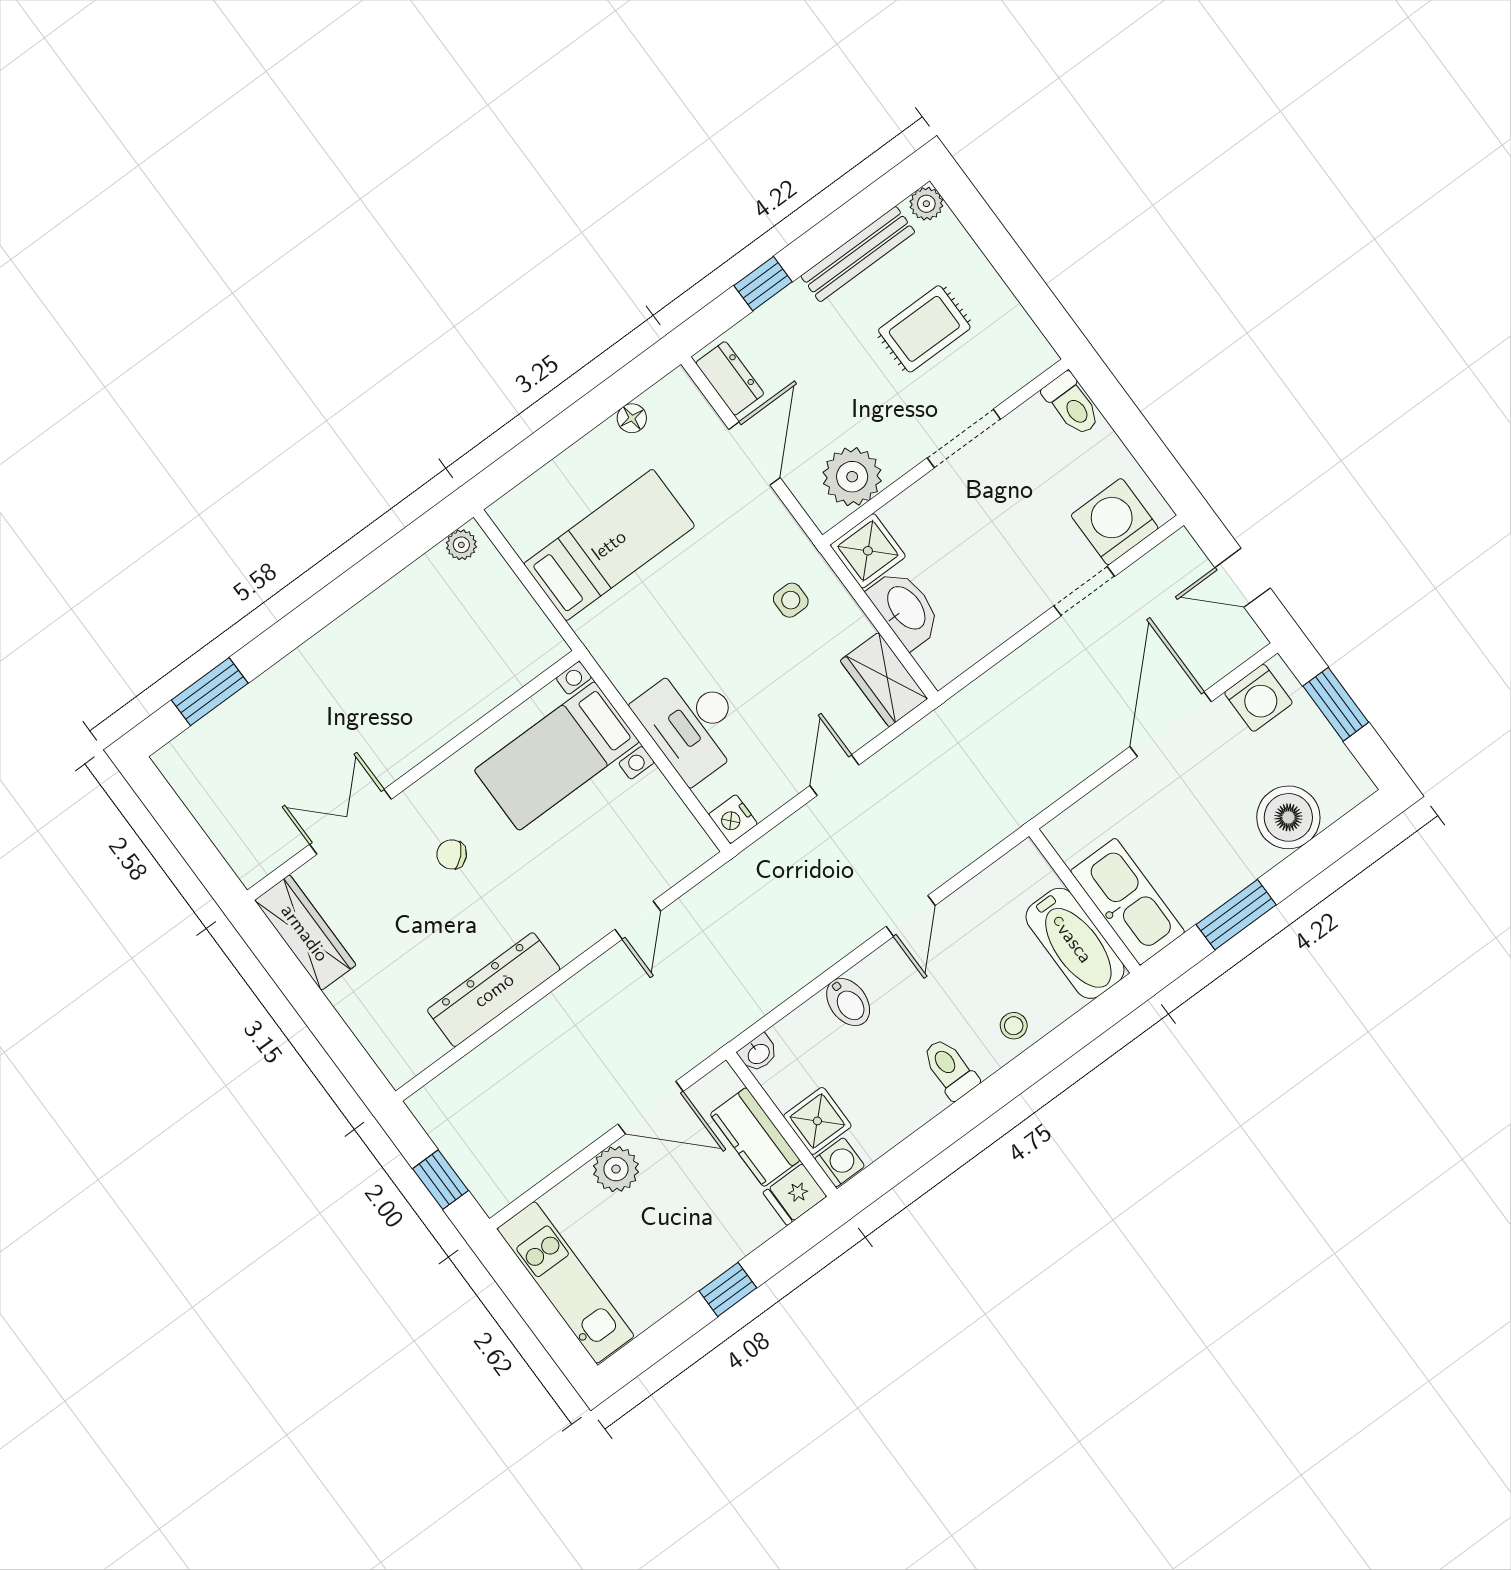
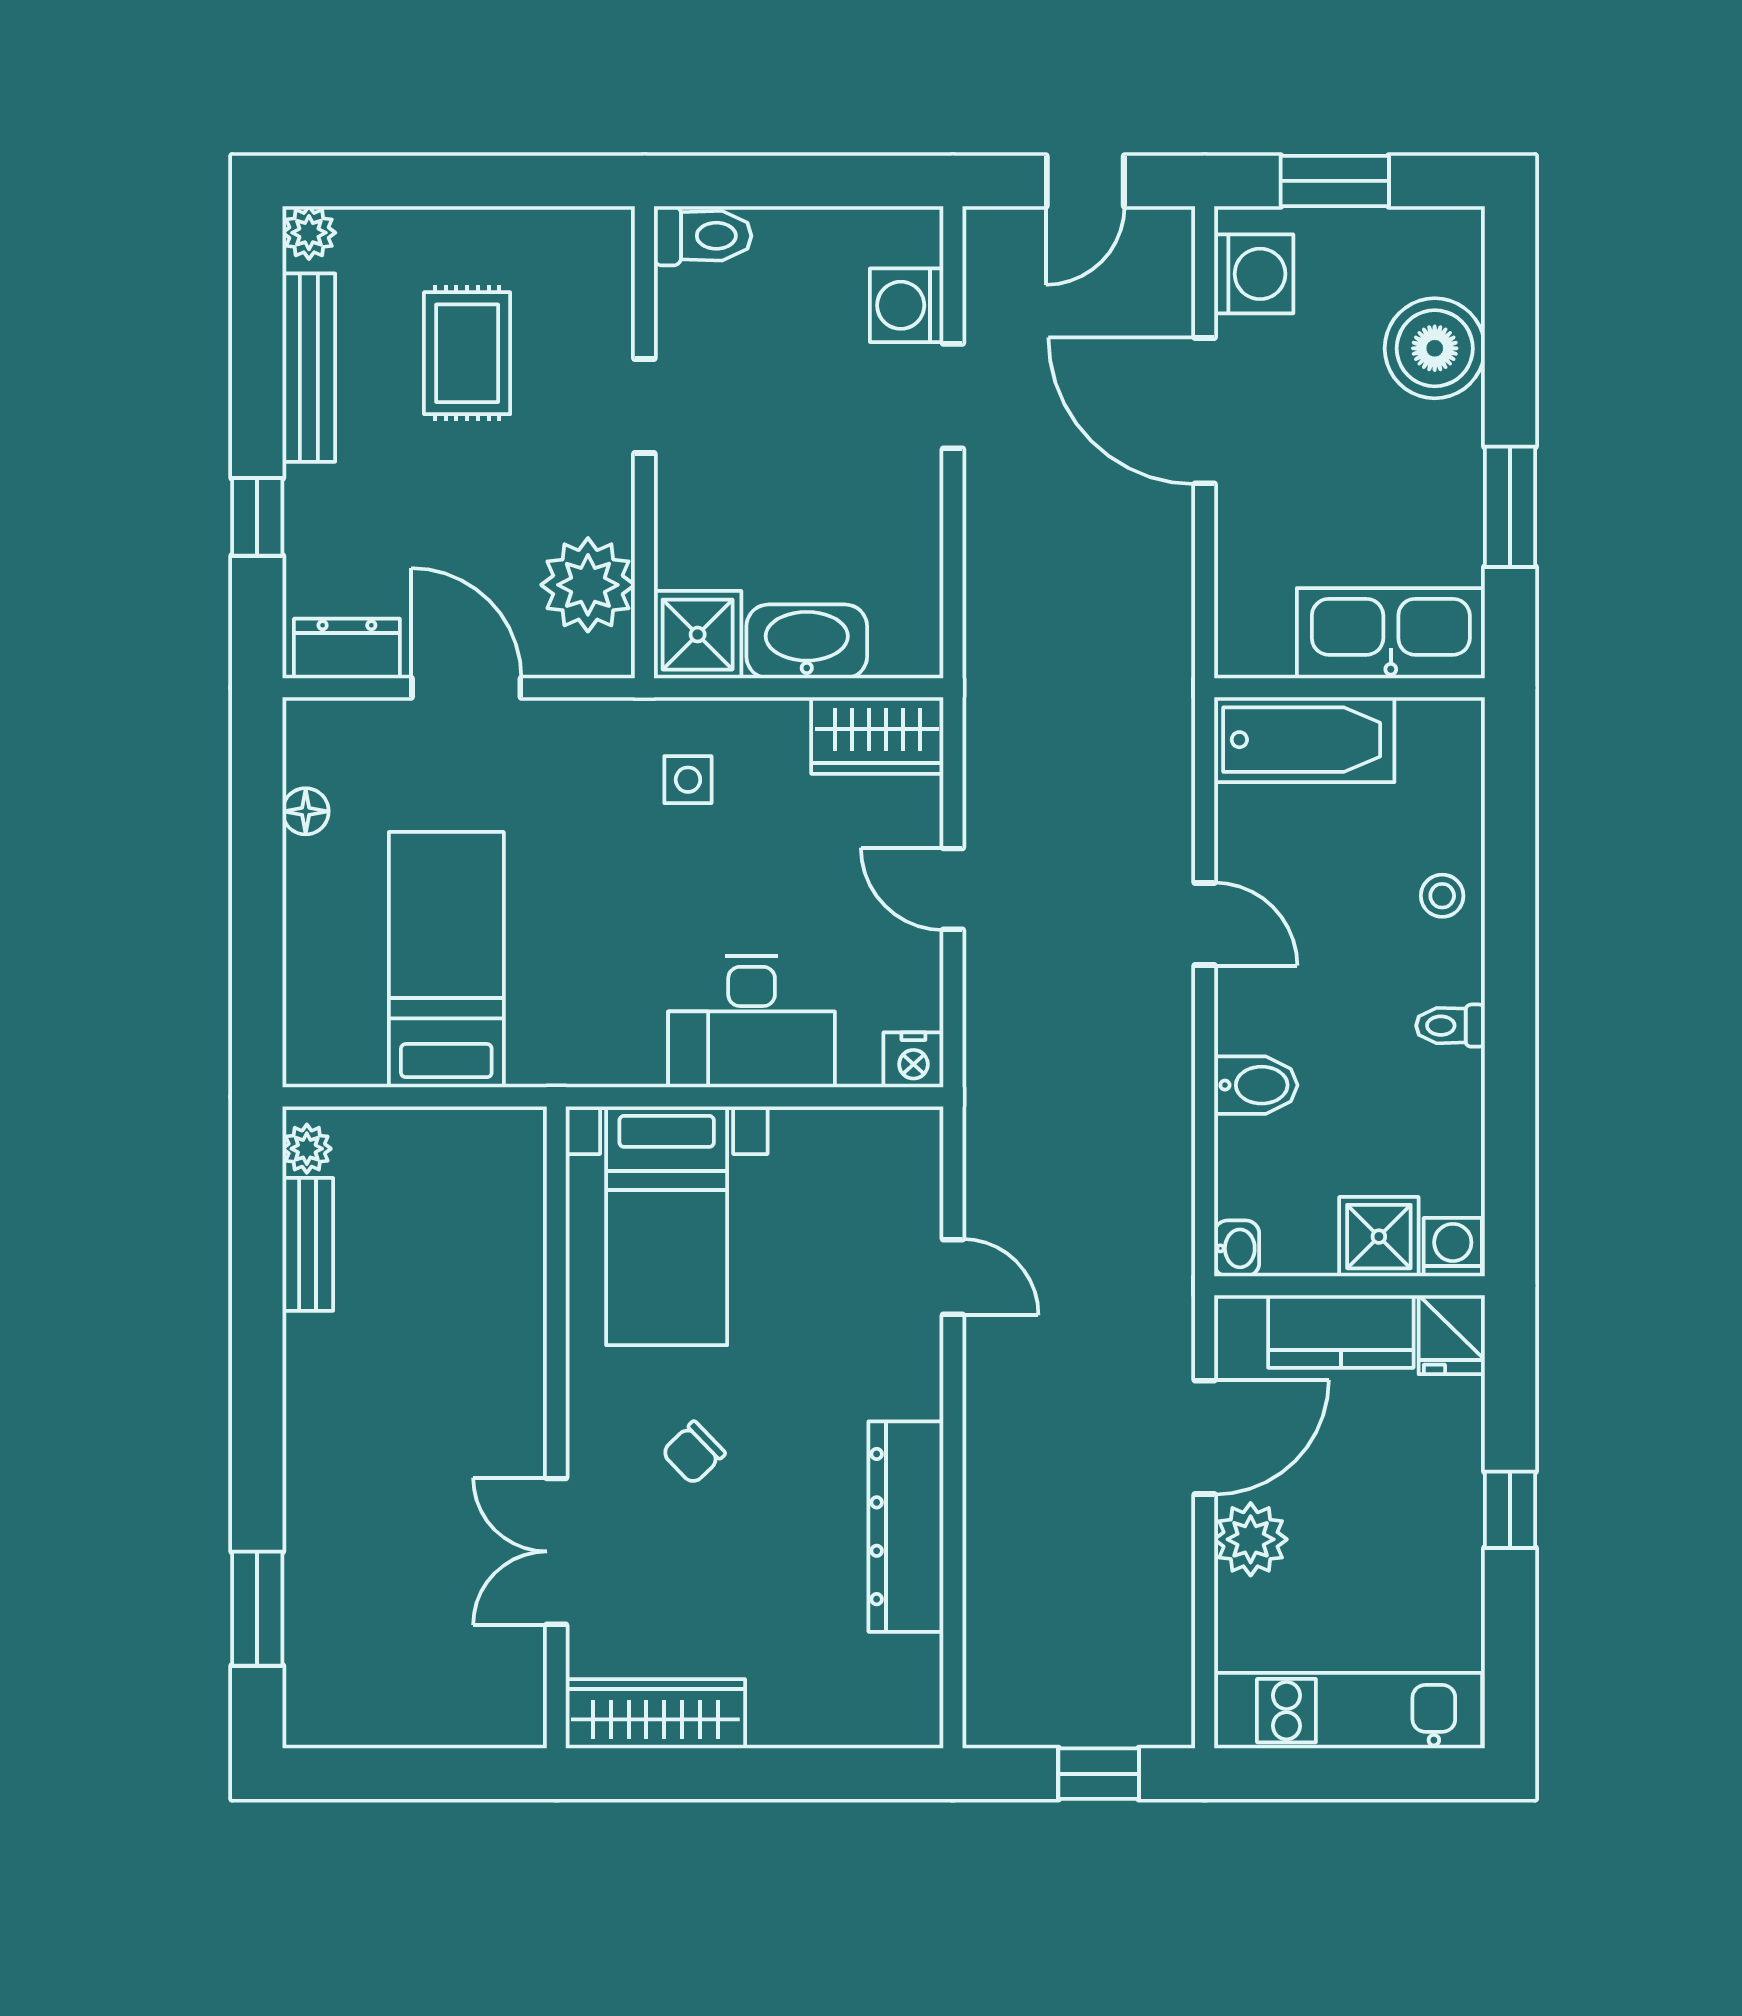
doorway: (964, 438) -> (644, 406), width x0.73
washing machine: (1115, 522) -> (907, 305), width x0.73, depth x0.73
bench: (413, 581) -> (308, 1244), added
bathtub: (1075, 943) -> (1304, 740), moved
toilet: (950, 1069) -> (1450, 1026), width x0.73, depth x0.72

